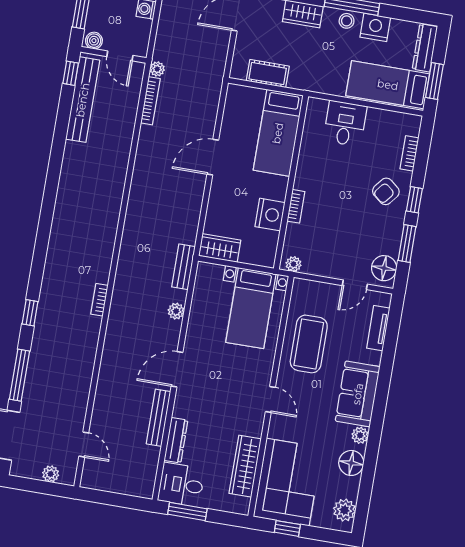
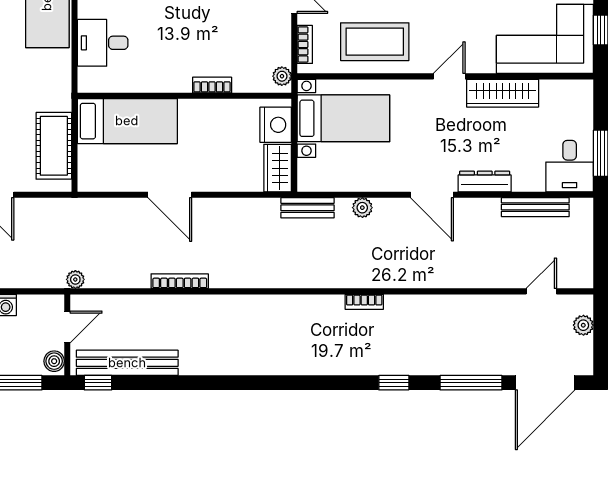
cot: (268, 74) -> (54, 146), width x1.37, depth x1.34
bookcase: (150, 101) -> (180, 281), moved
nightstand: (270, 215) -> (276, 125), moved, turned 90
bookcase: (316, 287) -> (305, 44), added
bench: (158, 418) -> (535, 207), moved
dresser: (176, 440) -> (485, 182), moved
wardrobe: (245, 466) -> (503, 93), moved

